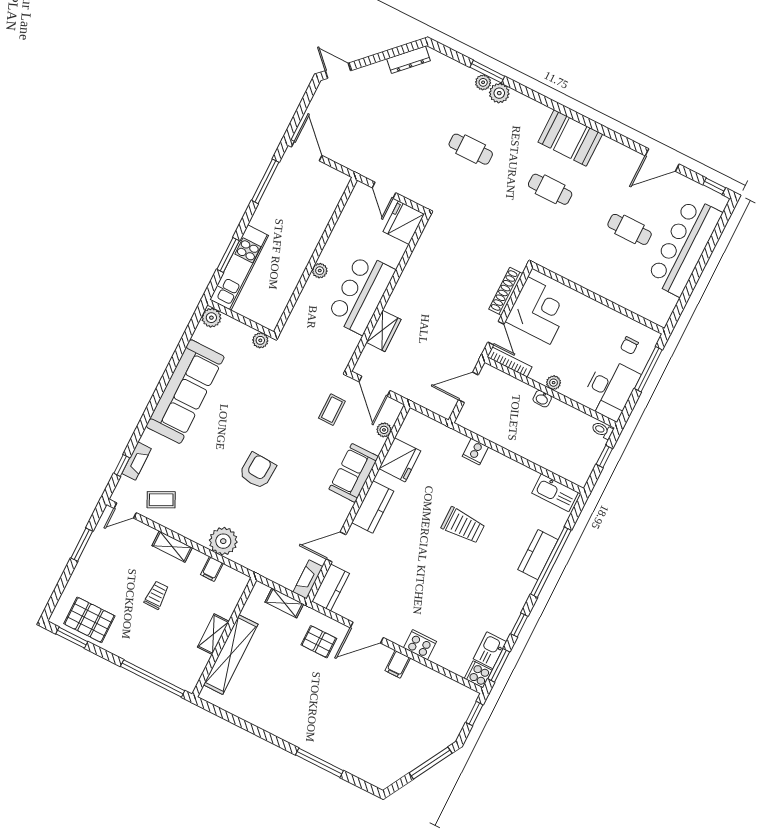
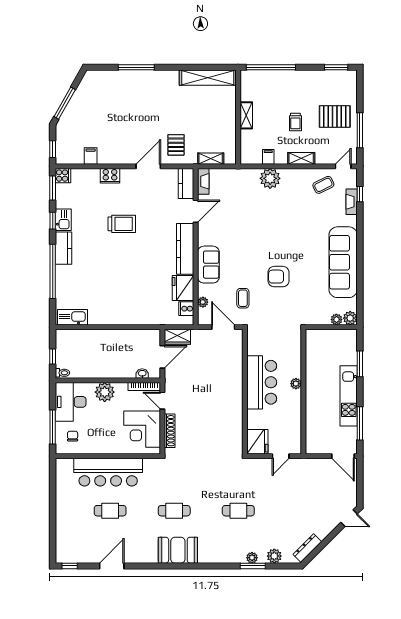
plant: (499, 93) -> (274, 556), moved
door: (384, 190) -> (281, 456), swing flipped
bar counter: (684, 247) -> (108, 472), moved, turned 90
kitchen unit: (239, 268) -> (349, 396), moved
wardrobe: (384, 331) -> (177, 337), moved, turned -90
plant: (260, 340) -> (336, 320), moved
plant: (554, 383) -> (105, 392), width x1.87, depth x1.87
washbasin: (542, 399) -> (142, 374), moved
cooker: (475, 452) -> (186, 309), moved, turned -90
armchair: (257, 471) -> (278, 277), moved, turned 87
kitchen counter: (373, 507) -> (185, 249), width x1.50
trolley: (463, 526) -> (122, 224), moved, turned 180
window: (82, 545) -> (360, 130), width x1.44
kitchen counter: (538, 555) -> (63, 248), moved
pallet: (89, 620) -> (335, 116), moved
pallet: (319, 642) -> (176, 145), turned 90
kitchen sink: (490, 650) -> (63, 220), moved
shelving: (231, 655) -> (208, 78), moved, turned 90
filing cabinet: (398, 664) -> (91, 156), moved

